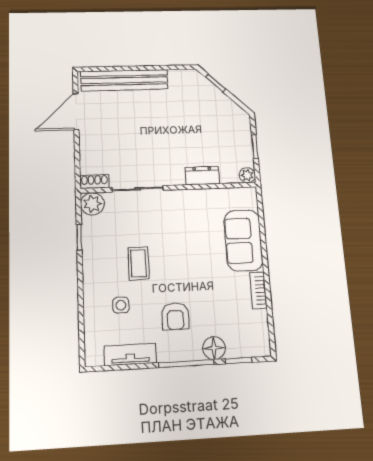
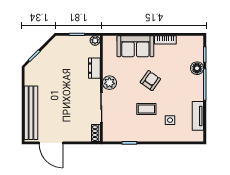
plant: (92, 204) -> (109, 83), moved
armchair: (175, 316) -> (150, 81), moved, turned -55

